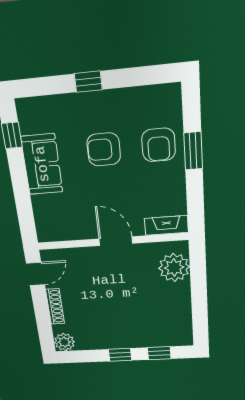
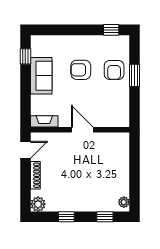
window: (88, 82) -> (111, 30), moved
fireplace: (166, 225) -> (44, 121), moved
plant: (174, 268) -> (124, 202), moved, width x0.53, depth x0.53
window: (120, 355) -> (66, 217), moved

